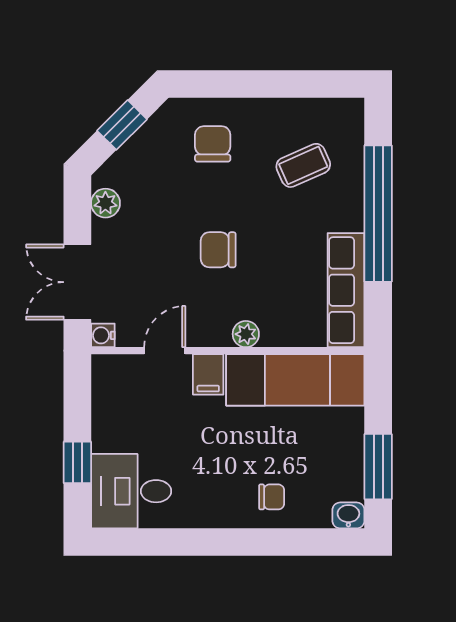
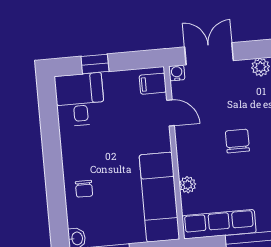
plant: (246, 334) -> (188, 185), moved
filing cabinet: (208, 374) -> (153, 84), moved

